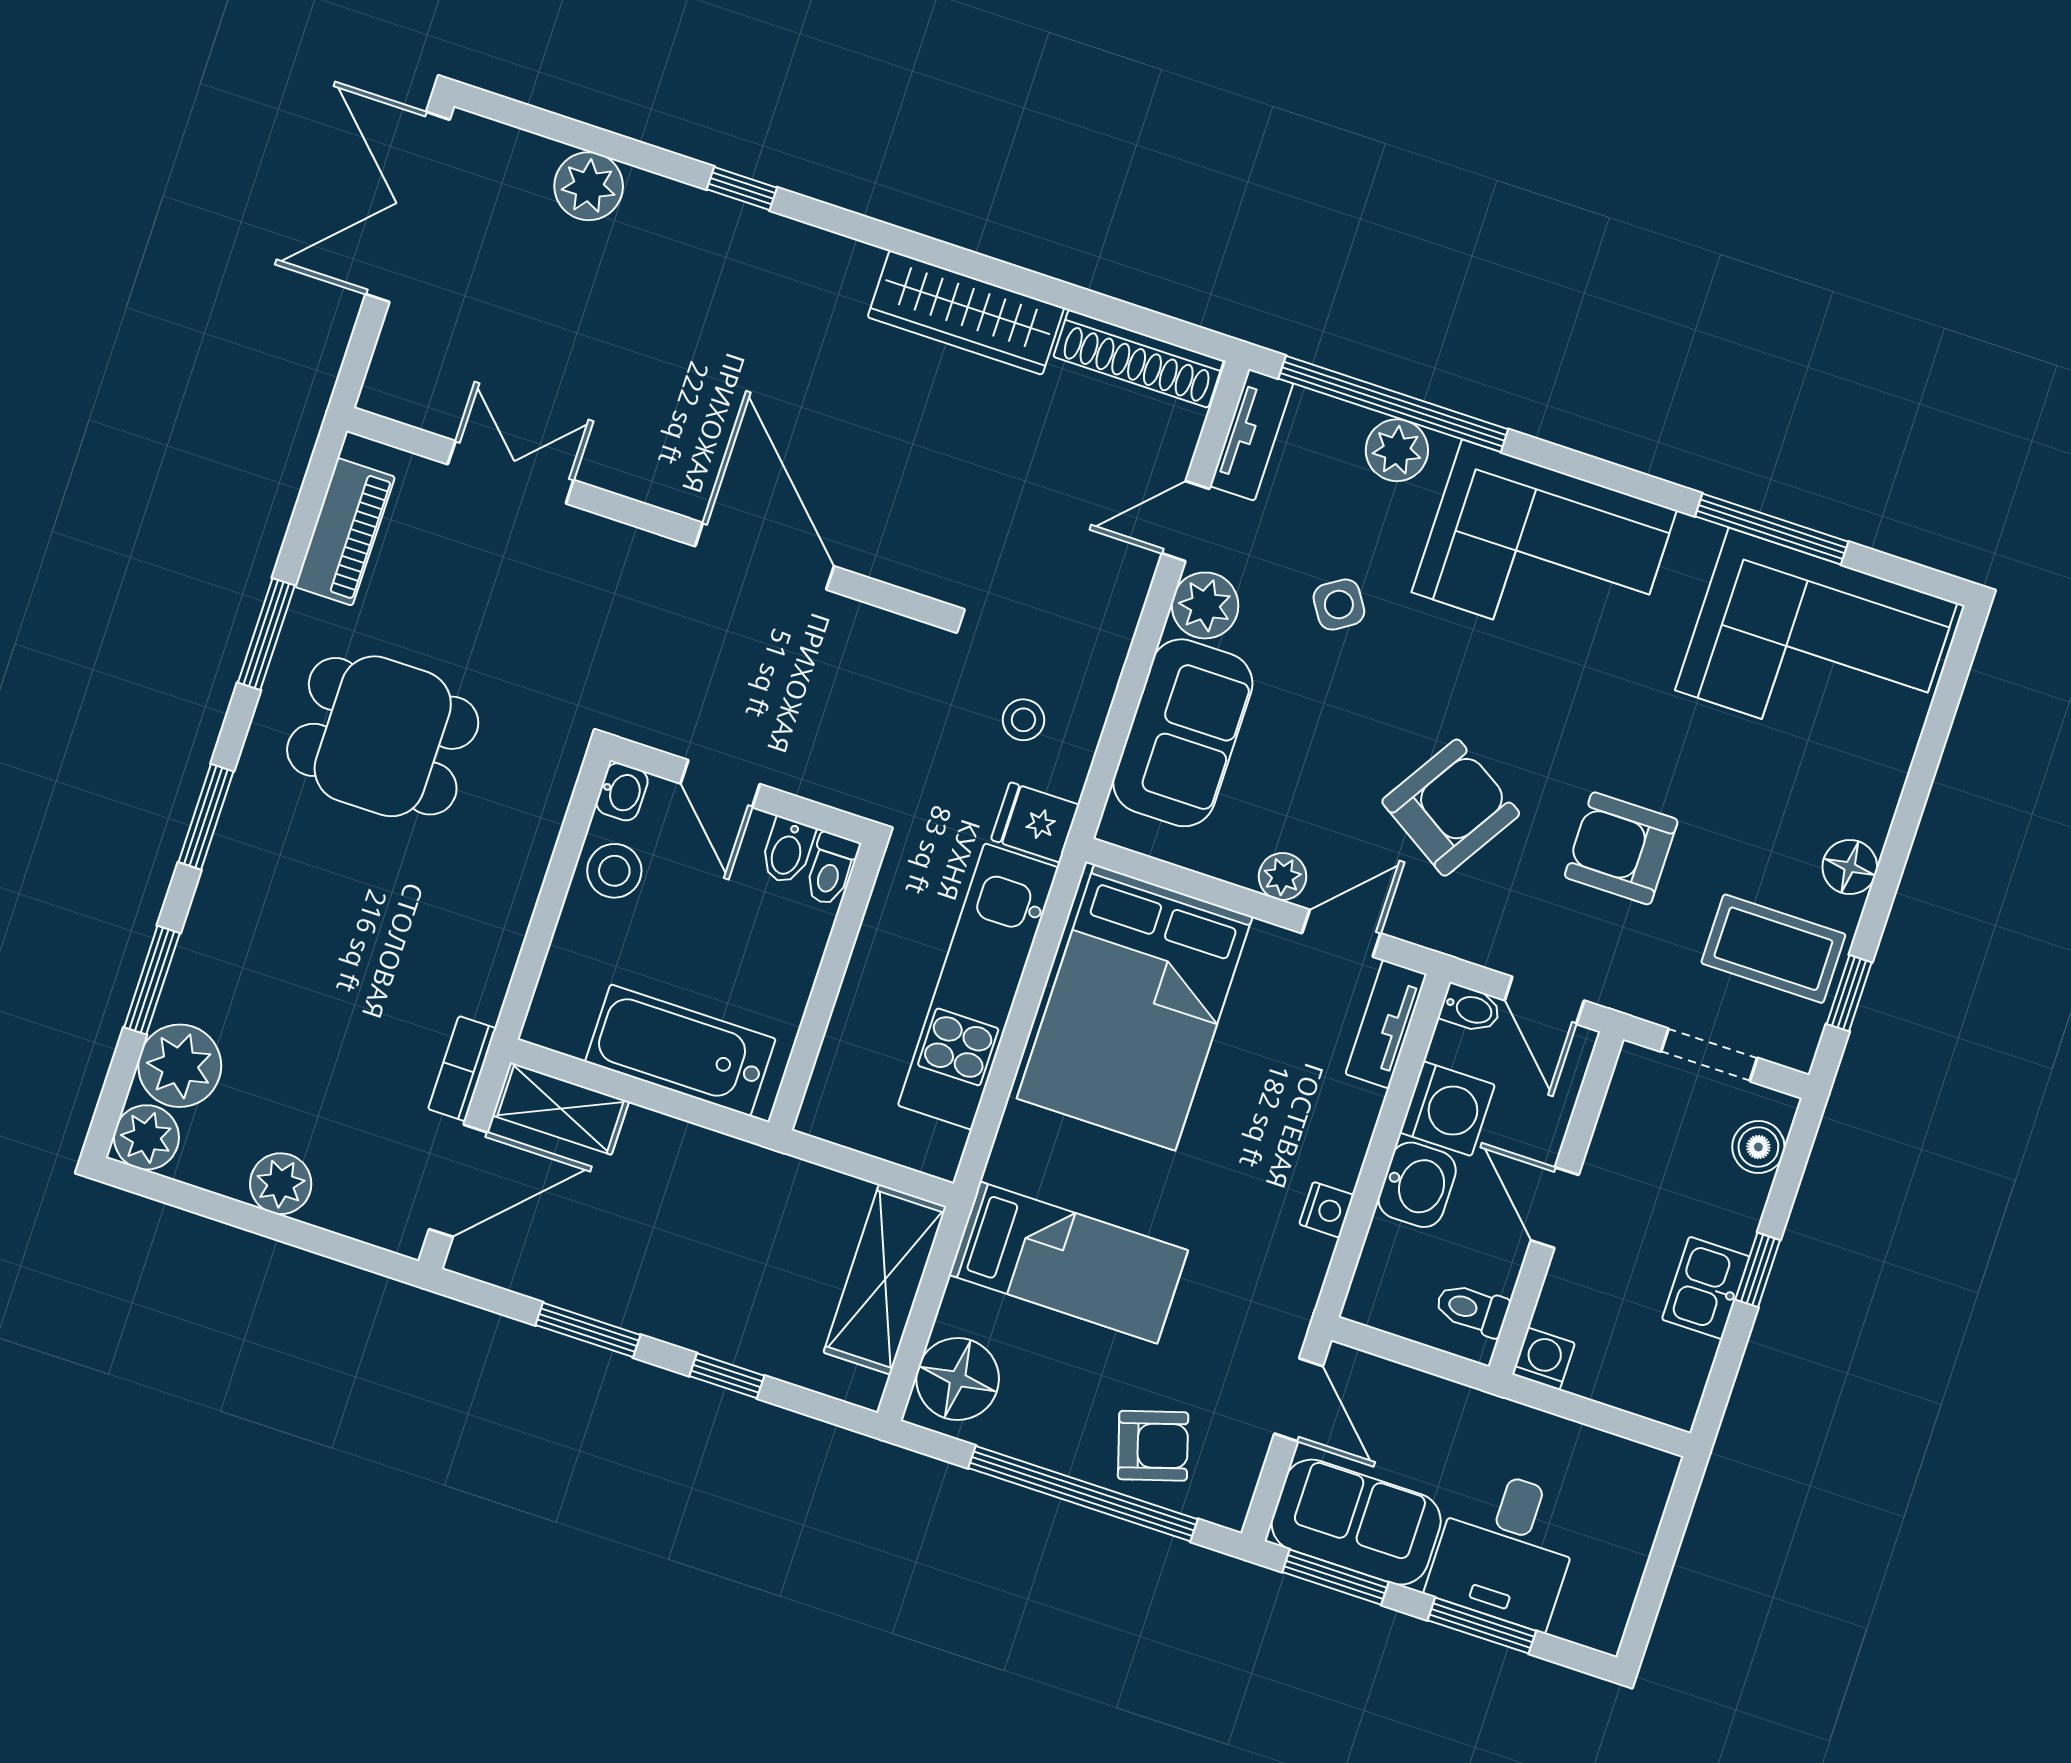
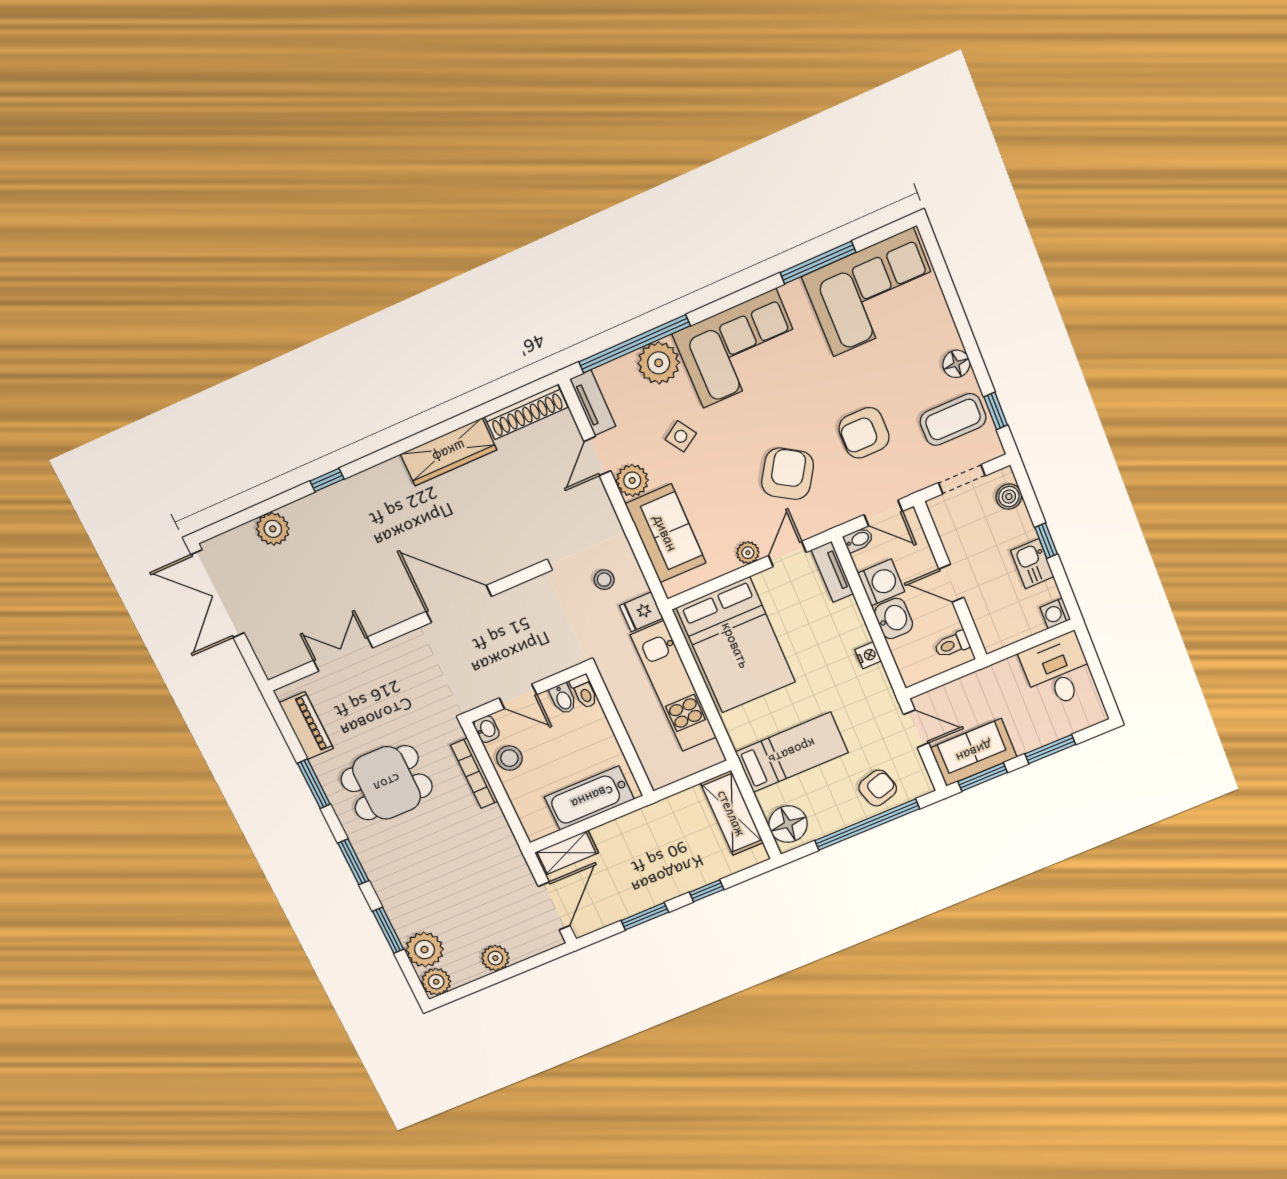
plant: (1397, 450) -> (659, 363), width x1.36, depth x1.36
bookcase: (462, 1069) -> (474, 773), moved, width x1.56
washing machine: (1543, 1359) -> (1055, 613), moved, turned -90
desk: (1506, 1548) -> (1057, 671), moved, turned 180

